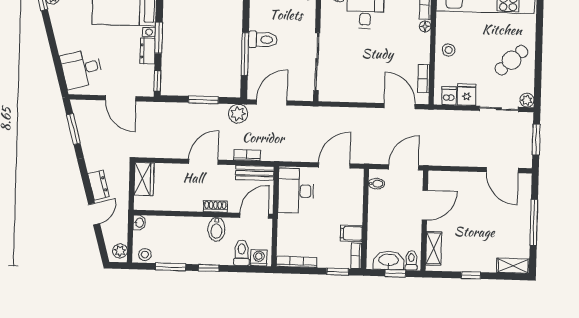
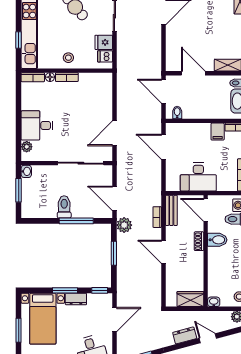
bookcase: (424, 79) -> (67, 77), moved
door: (400, 106) -> (114, 133), moved
wardrobe: (144, 179) -> (190, 299), moved
desk: (296, 191) -> (198, 177), moved

